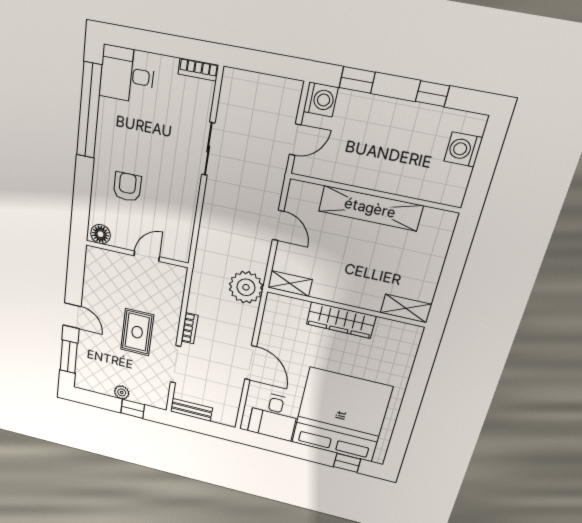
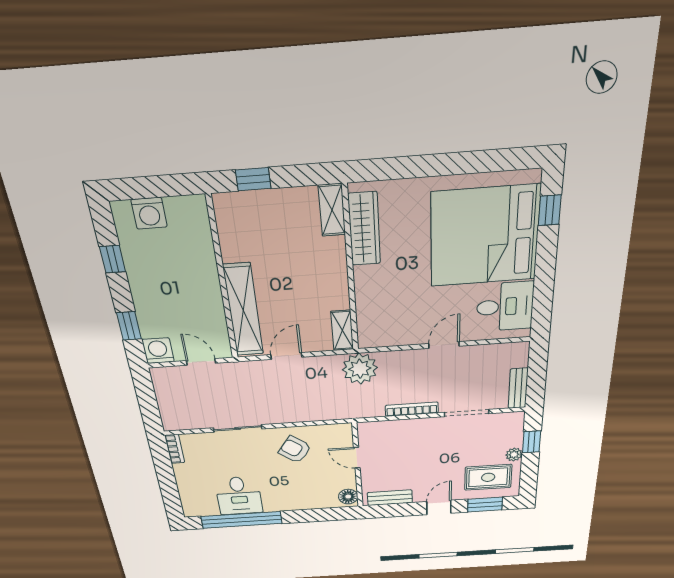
desk: (127, 75) -> (239, 496), moved
armchair: (127, 187) -> (295, 450), moved, turned 36
shelving: (370, 208) -> (243, 310), moved
window: (458, 254) -> (253, 179), added
bench: (92, 274) -> (390, 498), added
wardrobe: (341, 320) -> (364, 229), moved
bookcase: (190, 328) -> (412, 409), width x1.56
rug: (137, 332) -> (488, 477), moved
door: (251, 363) -> (444, 345), width x0.73

